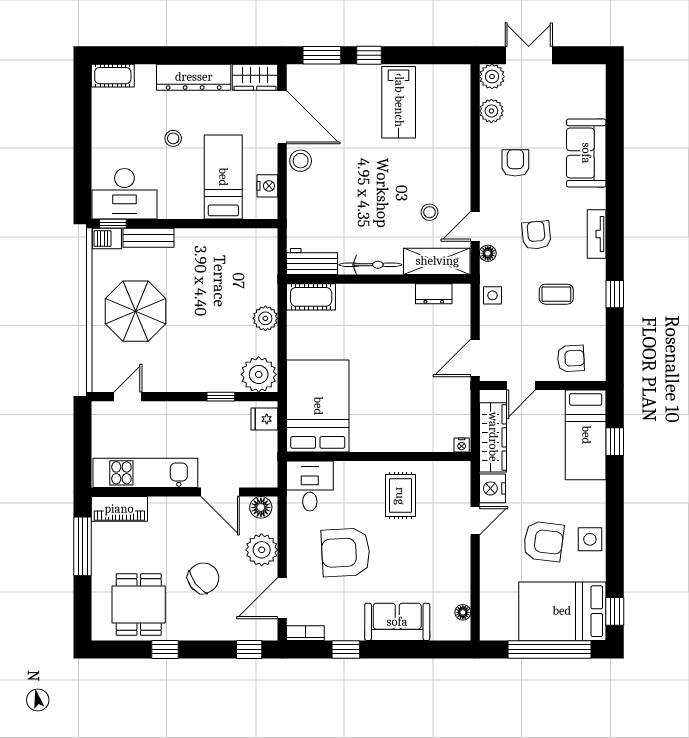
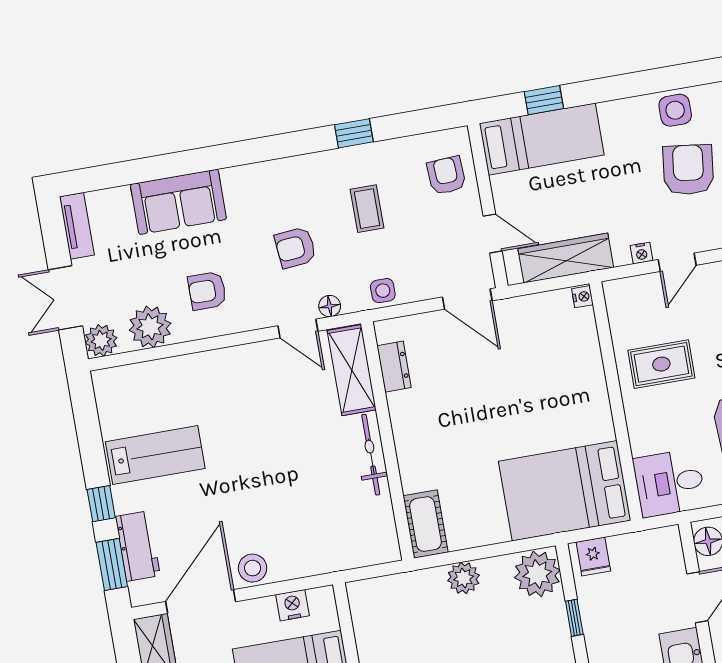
plant: (491, 111) -> (150, 327), width x1.36, depth x1.36
stool: (430, 212) -> (290, 390), removed
tv unit: (597, 234) -> (77, 226), moved, turned -90
workbench: (312, 262) -> (138, 546), moved, turned 180
nightstand: (492, 488) -> (642, 253), width x0.53, depth x0.56
door: (475, 521) -> (677, 262), swing flipped

